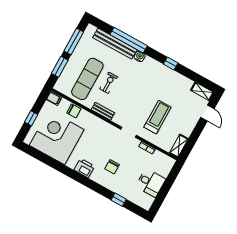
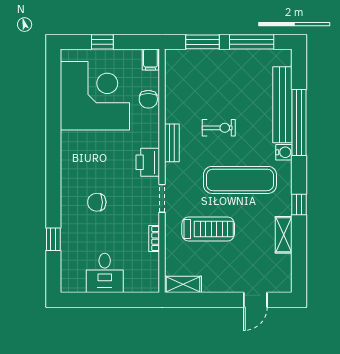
exercise mat: (87, 79) -> (240, 180), moved
shelving: (202, 91) -> (284, 235), moved
printer: (84, 168) -> (148, 162), moved, turned 180

